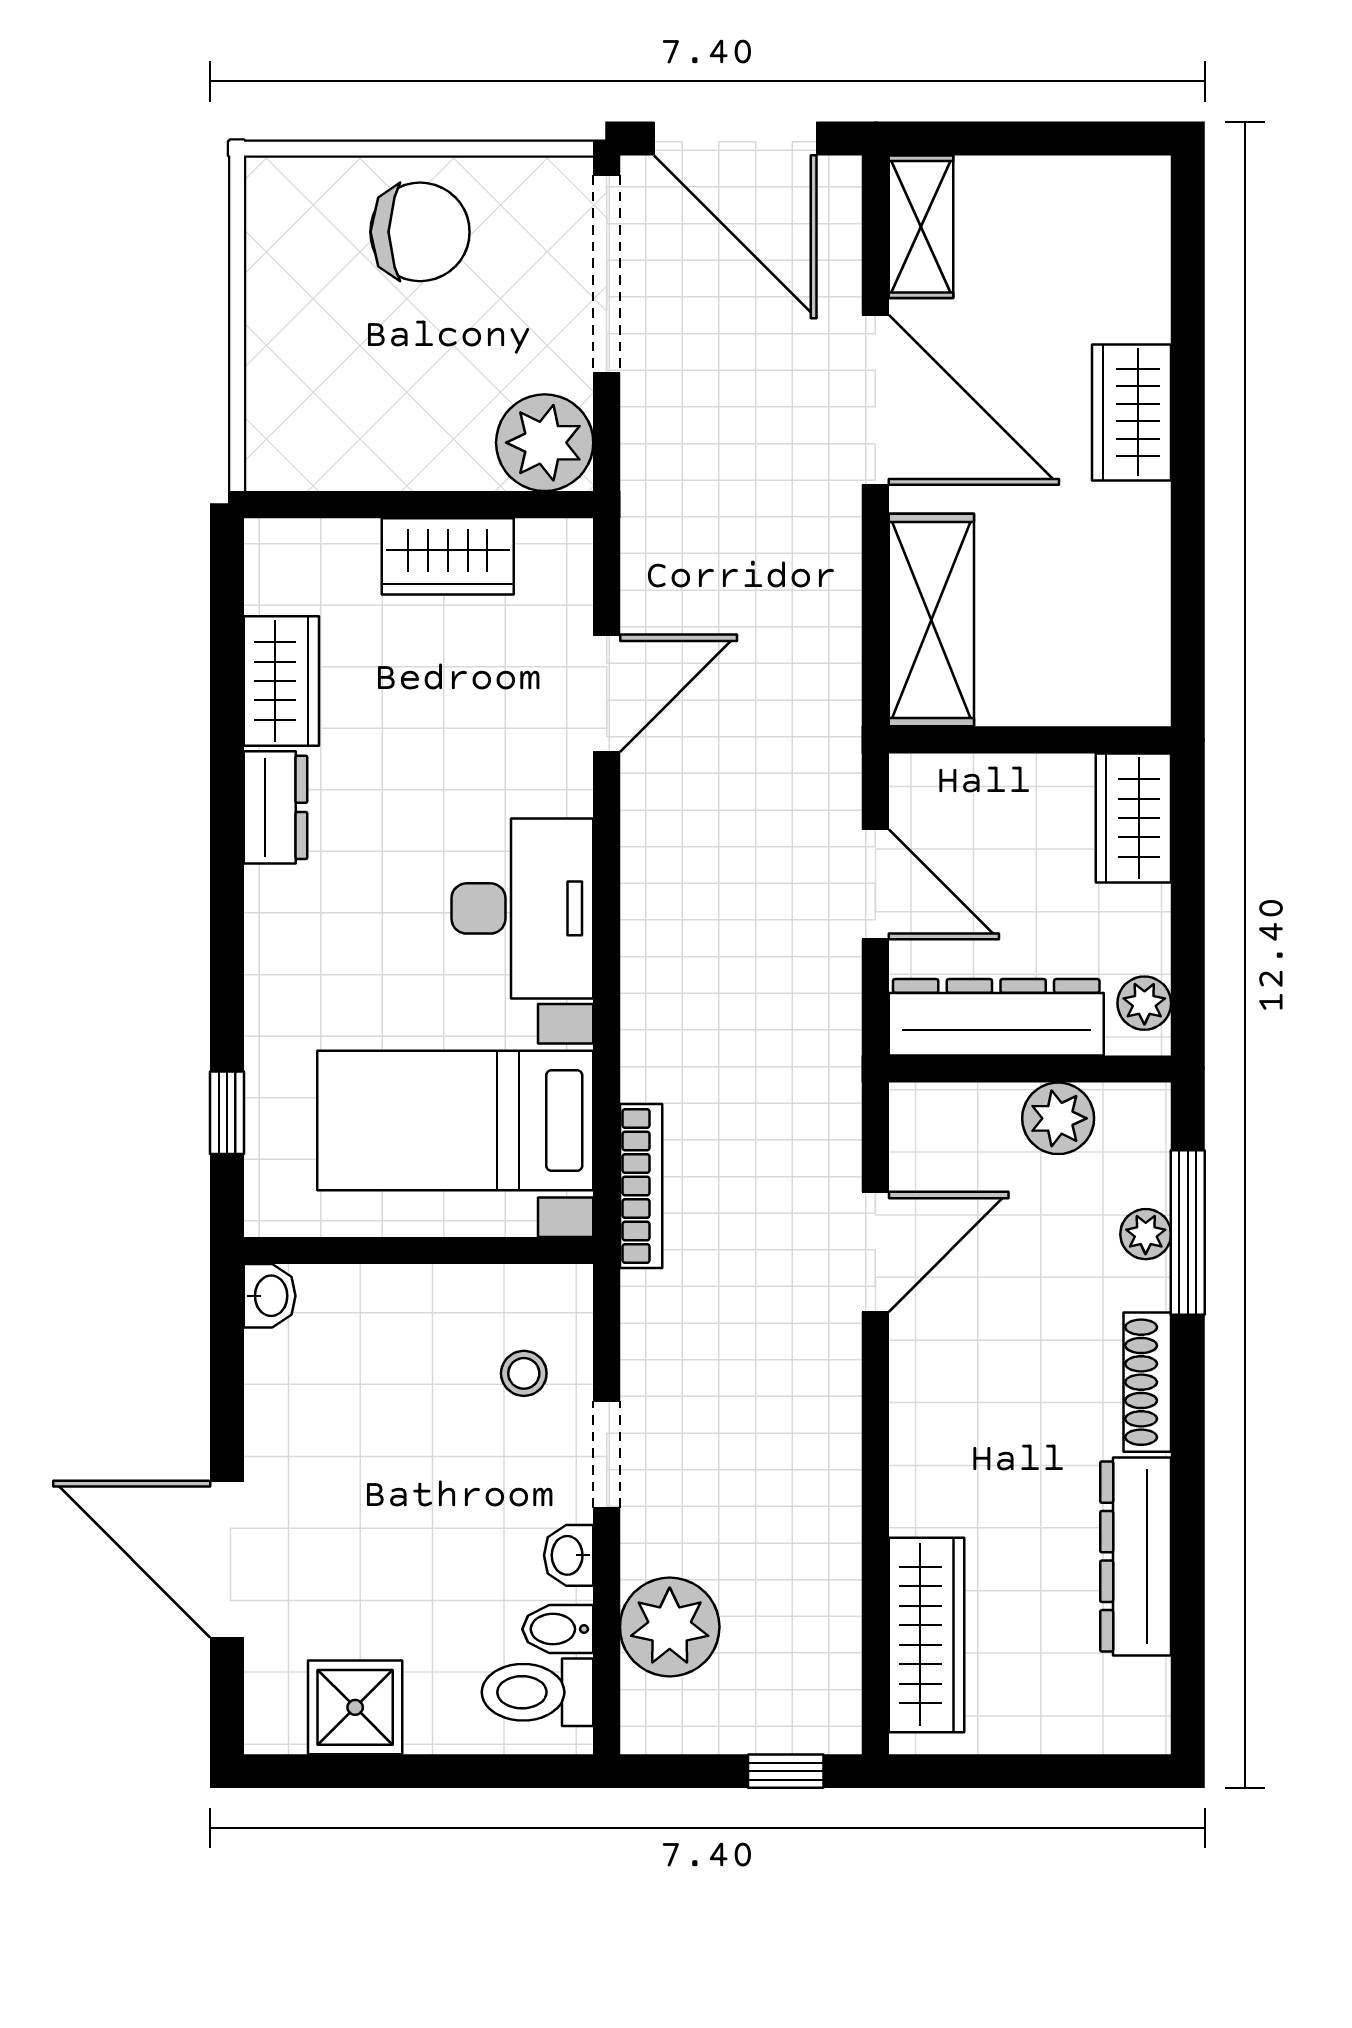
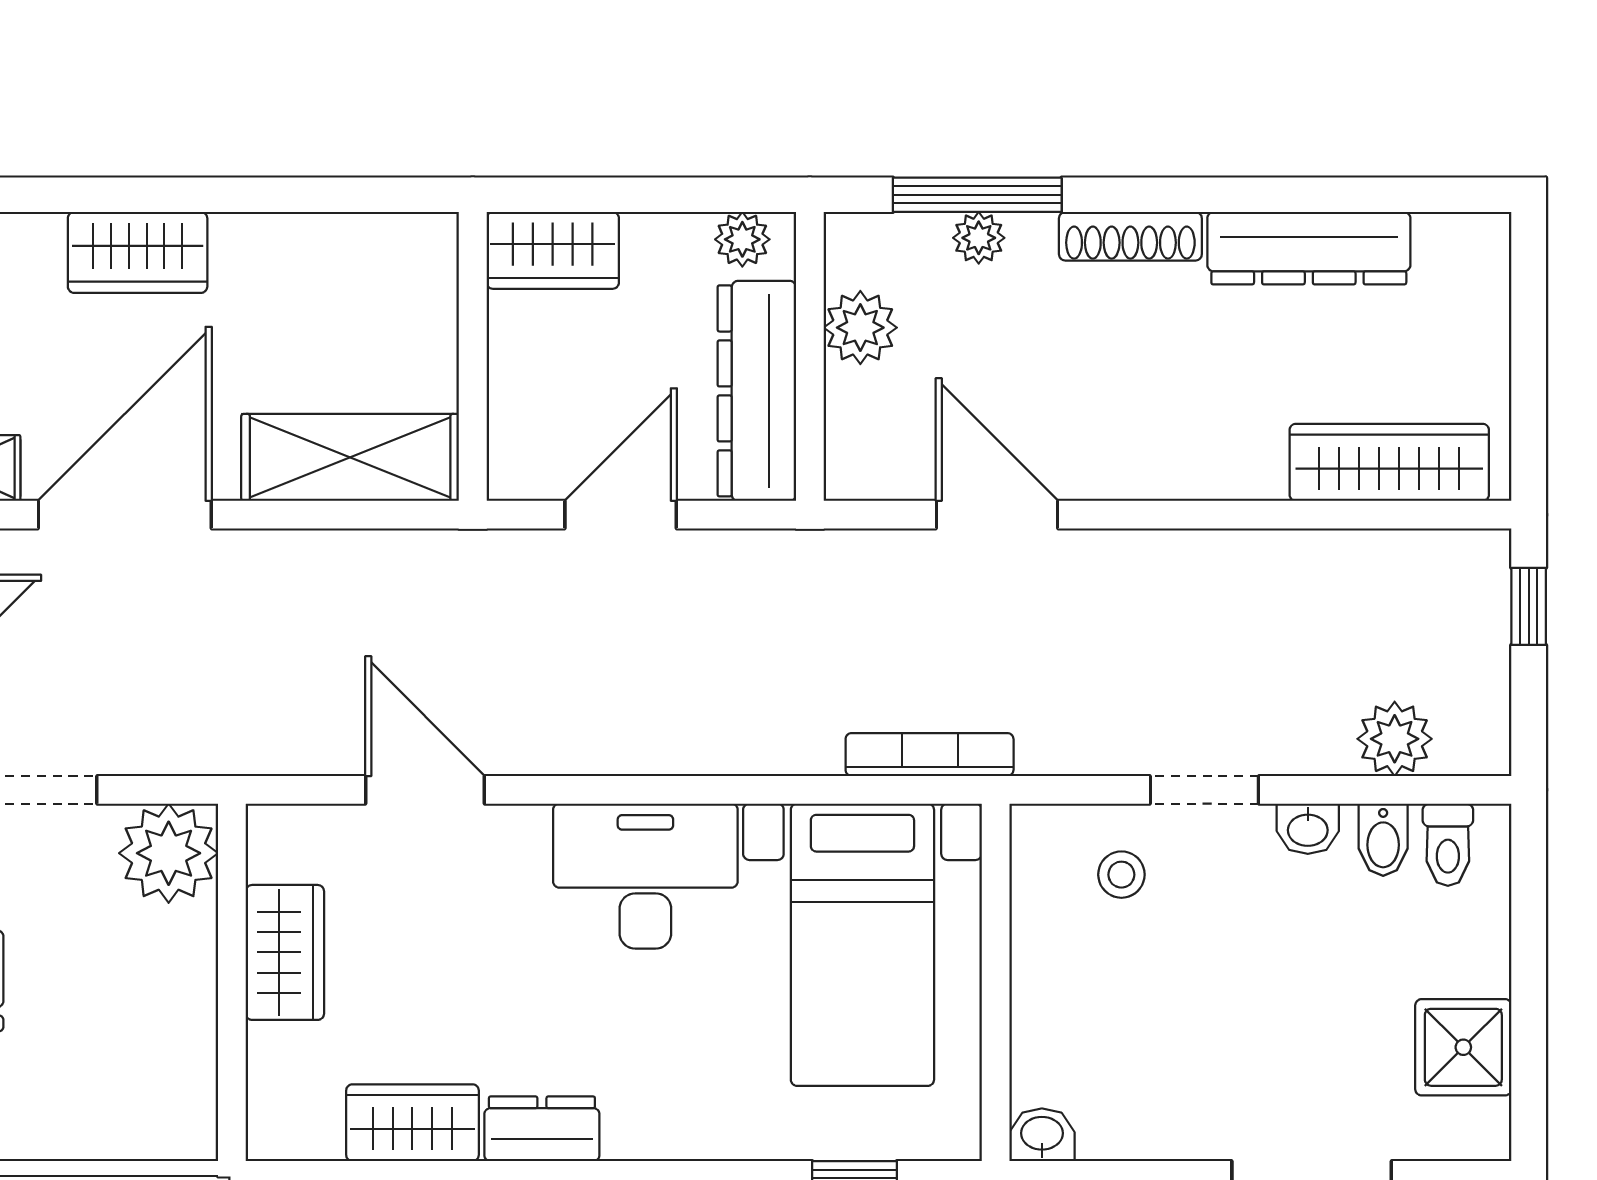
plant: (670, 1627) -> (1395, 739), width x0.73, depth x0.73
toilet: (538, 1692) -> (1448, 845), width x0.73, depth x0.72

